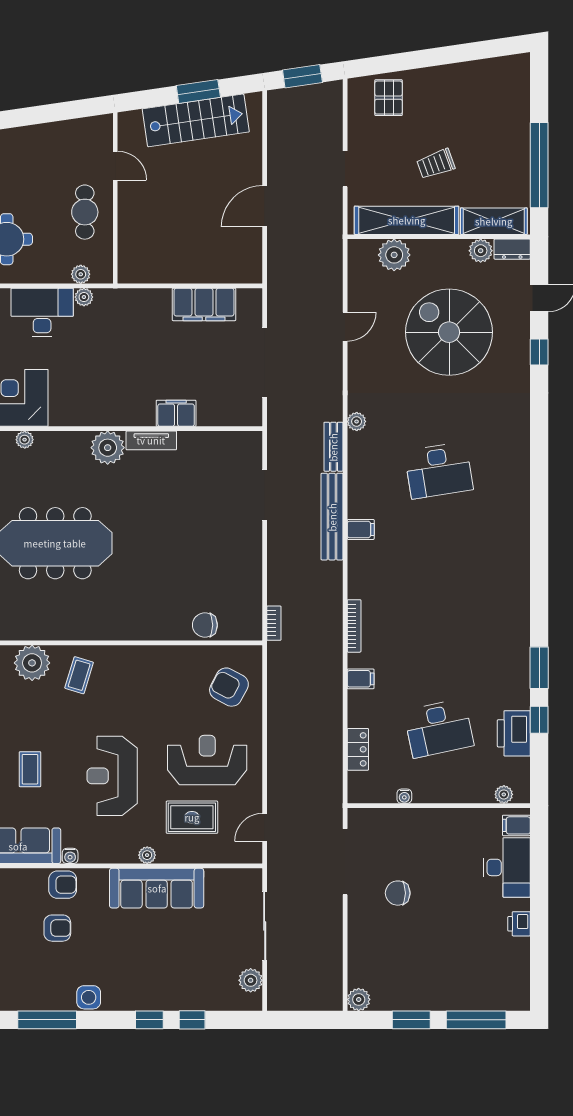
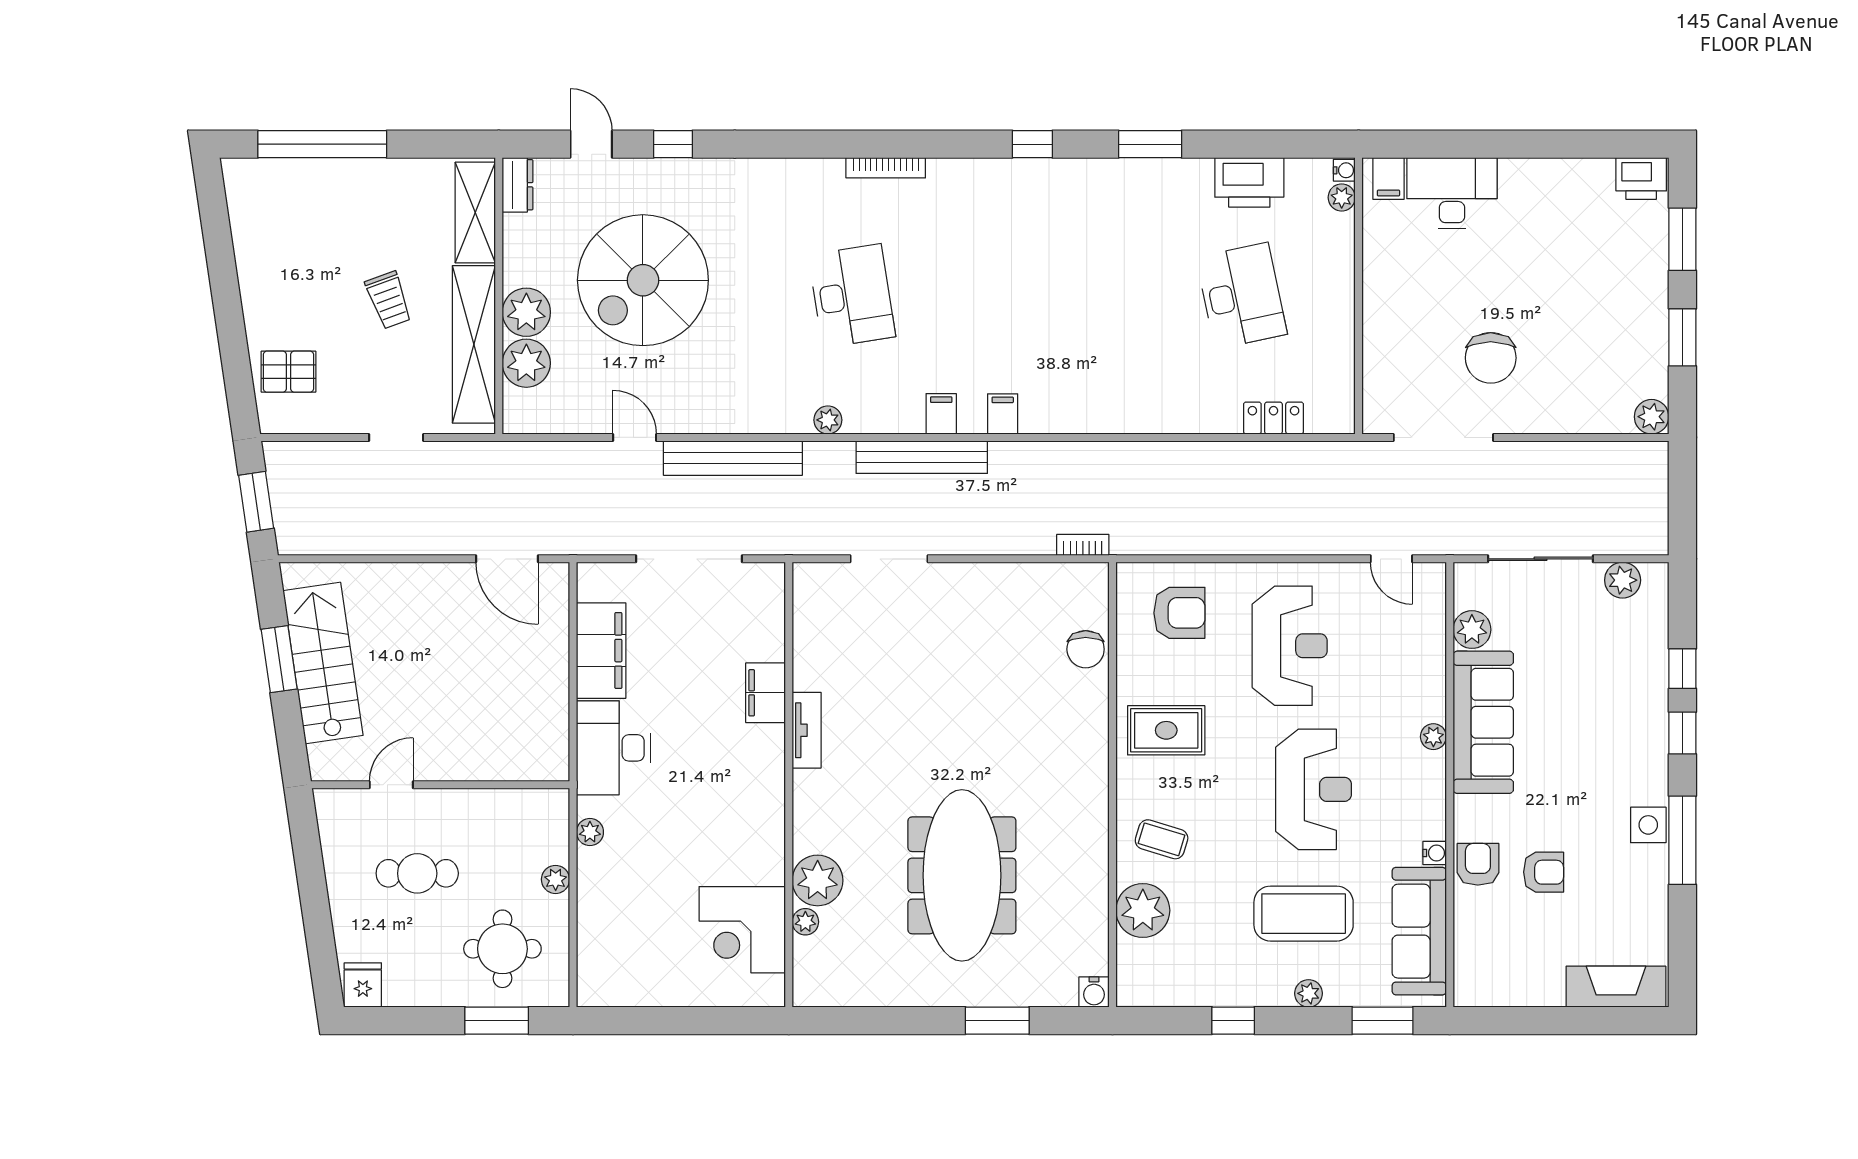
window: (539, 165) -> (322, 144), moved
door: (265, 206) -> (507, 559), moved
cafe table: (85, 212) -> (417, 873), moved
plant: (481, 251) -> (526, 312), moved, width x1.36, depth x1.36
plant: (81, 274) -> (556, 879), moved
desk: (42, 312) -> (613, 748), moved
plant: (357, 421) -> (828, 420), moved
bench: (333, 447) -> (733, 458), moved, width x1.86, depth x1.21
plant: (108, 448) -> (818, 880), moved
bookcase: (354, 626) -> (886, 168), moved, turned 180
filing cabinet: (361, 679) -> (1003, 414), moved
armchair: (229, 687) -> (1179, 613), turned -118
window: (539, 720) -> (1032, 144), moved
reception desk: (207, 760) -> (1290, 646), turned 180
coffee table: (30, 769) -> (1304, 914), width x1.86, depth x1.72
reception desk: (112, 776) -> (1314, 789), turned -90
water cooler: (404, 796) -> (1344, 170), moved
rug: (192, 817) -> (1166, 730), moved, turned 90
plant: (218, 881) -> (1472, 630), added
chair: (398, 893) -> (1491, 358), width x1.37, depth x1.37
printer: (519, 924) -> (1641, 178), moved, width x1.36, depth x1.24
armchair: (57, 928) -> (1544, 872), turned 90
window: (47, 1020) -> (1682, 840), moved
window: (476, 1020) -> (1682, 239), width x0.69

